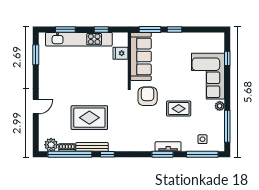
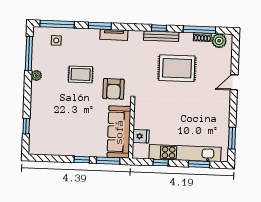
corner sofa: (208, 76) -> (48, 108), removed
bench: (92, 147) -> (161, 36), moved
tv unit: (168, 147) -> (114, 35), moved
window: (70, 154) -> (199, 30), width x0.68

